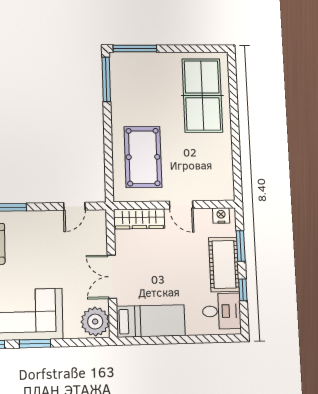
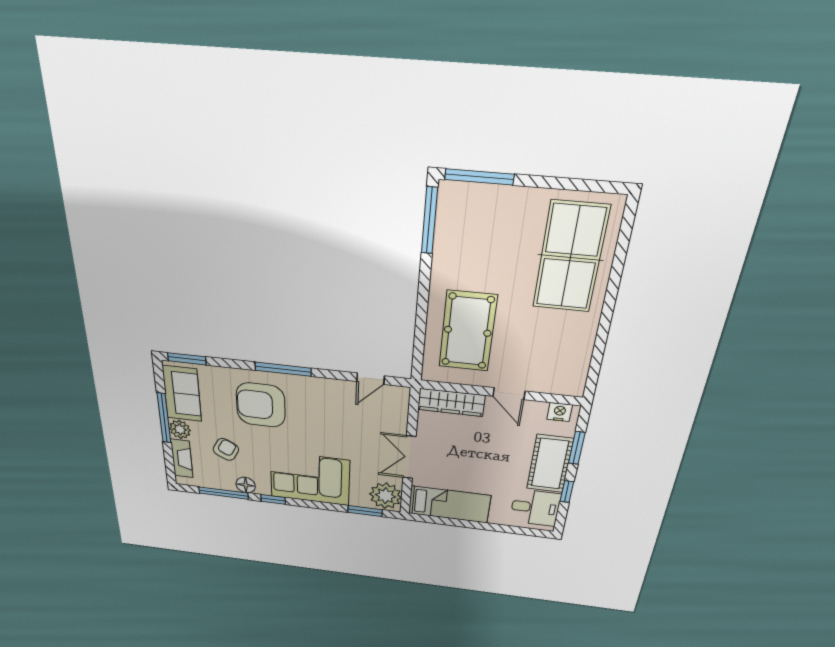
window: (35, 344) -> (365, 511), moved

